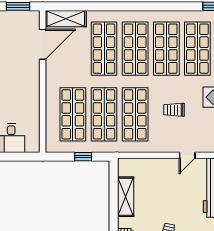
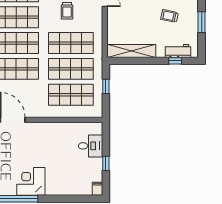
shelving: (126, 197) -> (131, 51), width x1.47

